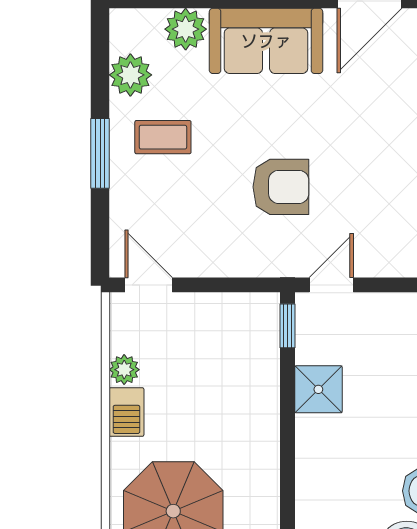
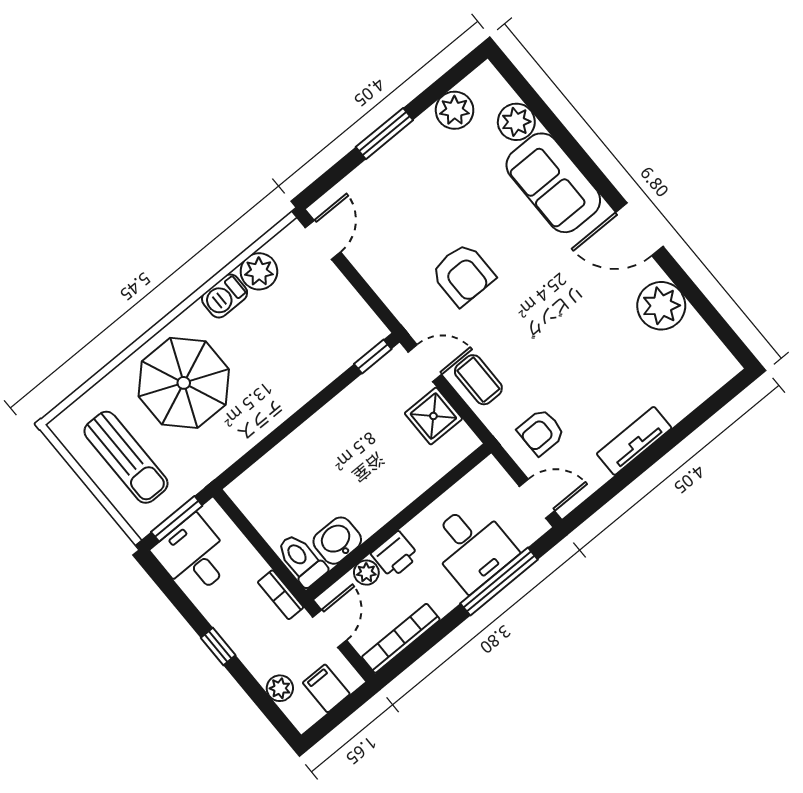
coffee table: (163, 137) -> (478, 380), moved
plant: (124, 370) -> (259, 271), width x1.38, depth x1.38
shower: (318, 389) -> (433, 416), moved

